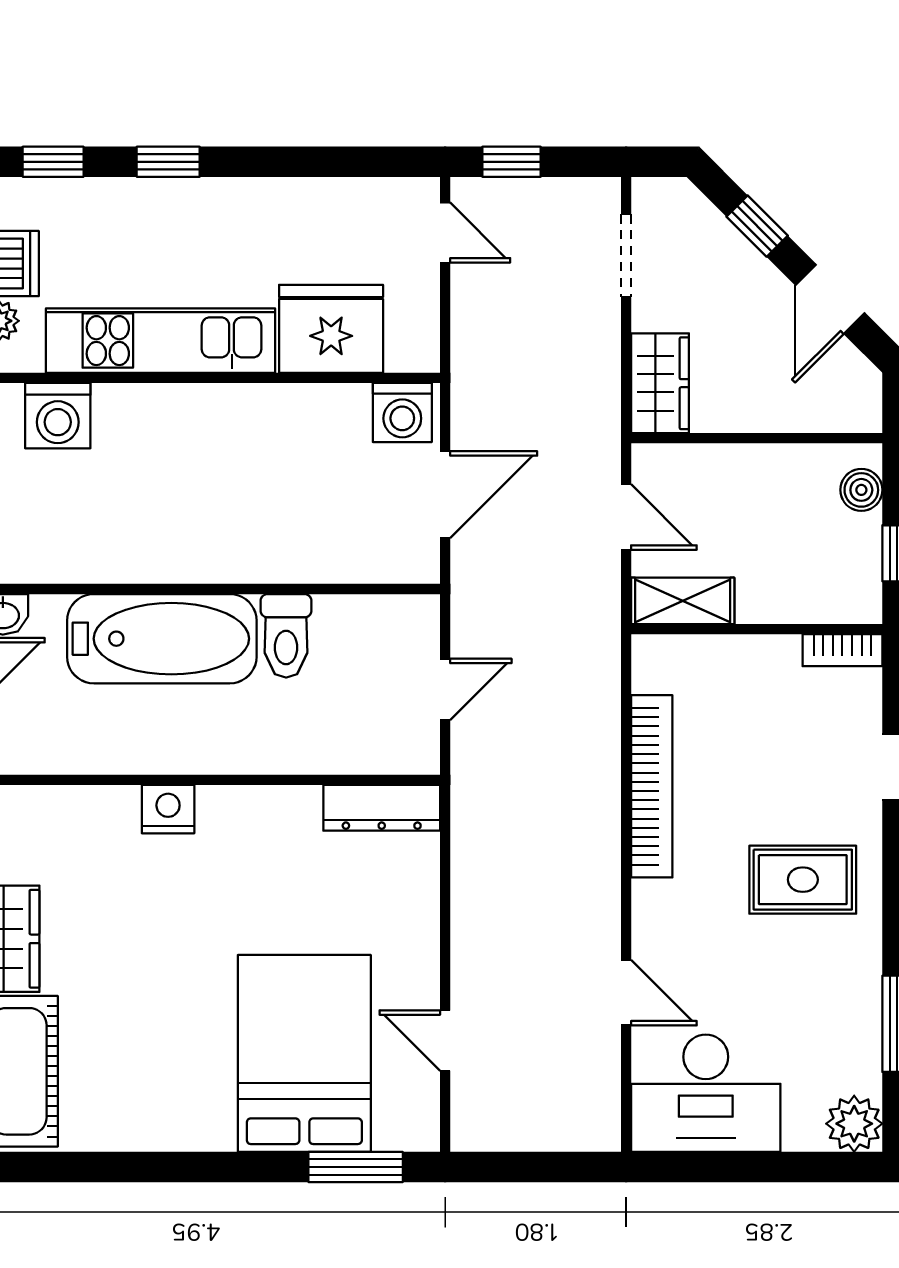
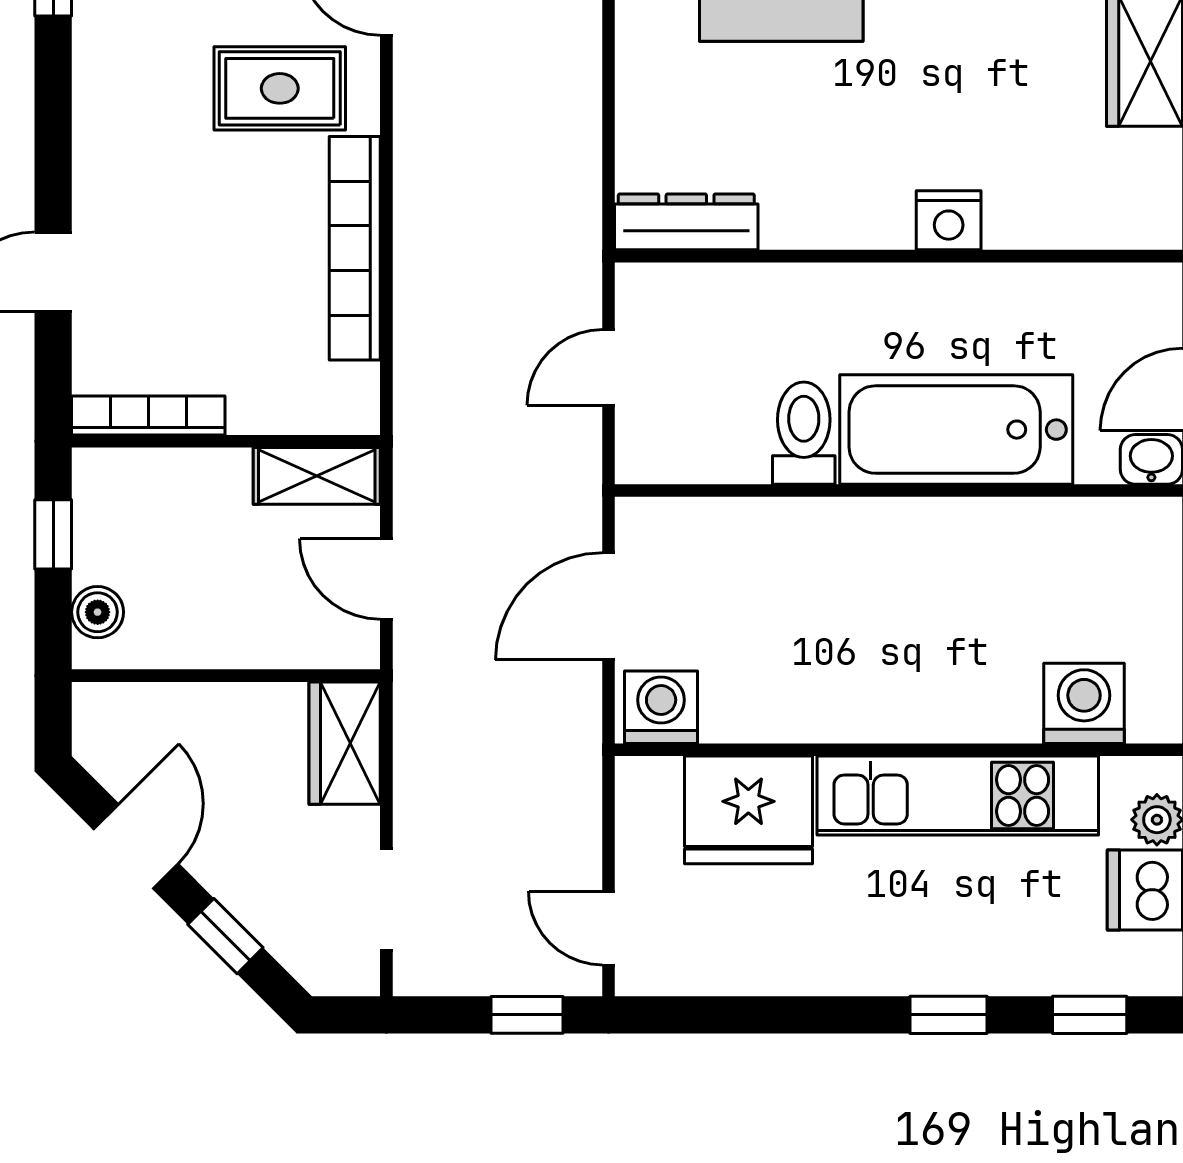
bookcase: (842, 650) -> (148, 415), width x1.56
rug: (803, 880) -> (280, 88), moved

